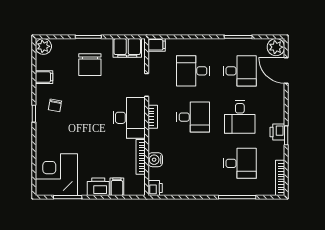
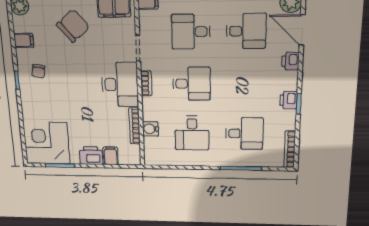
chair: (90, 65) -> (73, 26), turned -130
desk: (240, 117) -> (192, 133), moved
printer: (155, 188) -> (290, 61), moved, turned 180

